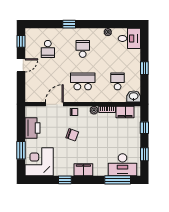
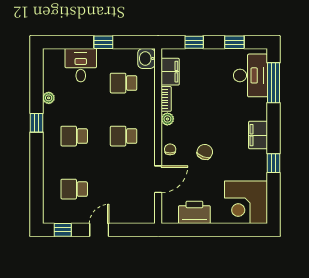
window: (69, 24) -> (37, 123), moved
desk: (129, 38) -> (81, 65), moved
school desk: (48, 49) -> (74, 189), turned 180
door: (21, 65) -> (99, 230), hinge flipped
school desk: (83, 81) -> (124, 136), width x0.54
door: (54, 104) -> (158, 179), swing flipped
window: (21, 150) -> (228, 230), removed

